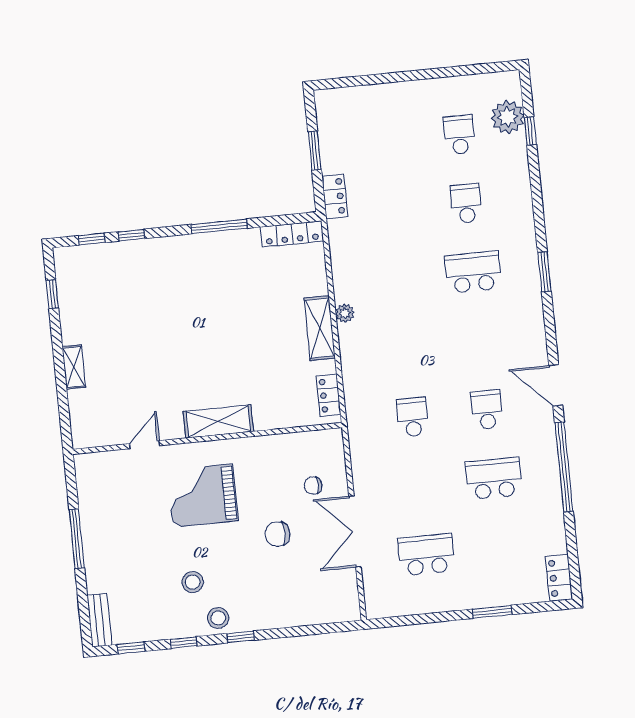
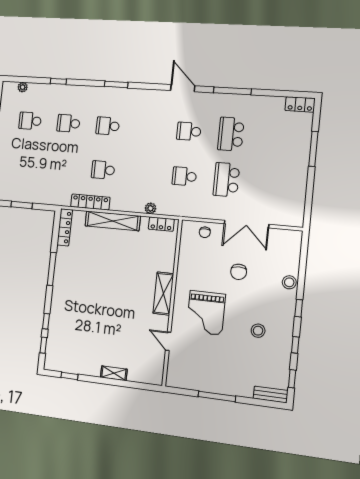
plant: (508, 117) -> (23, 87), width x0.53, depth x0.53
window: (530, 131) -> (58, 81), moved
locker: (335, 196) -> (90, 202), moved, width x1.53
school desk: (473, 272) -> (108, 126), width x0.54
school desk: (399, 280) -> (103, 170), added
plant: (345, 313) -> (150, 208), moved
shelving: (320, 328) -> (113, 221), width x1.47
door: (556, 385) -> (183, 88), swing flipped
window: (564, 467) -> (232, 91), width x0.68
chair: (313, 485) -> (205, 232), moved
school desk: (426, 555) -> (226, 180), moved
window: (492, 612) -> (313, 149), width x1.44
stool: (218, 618) -> (289, 282), moved

